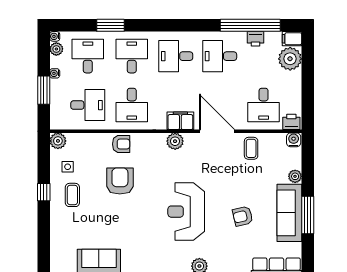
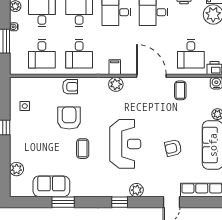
desk: (88, 105) -> (42, 54), turned 90
filing cabinet: (180, 121) -> (115, 67), width x0.50
plant: (58, 141) -> (17, 169), moved
coffee table: (72, 195) -> (83, 149), moved
reception desk: (186, 212) -> (125, 144), turned 180

